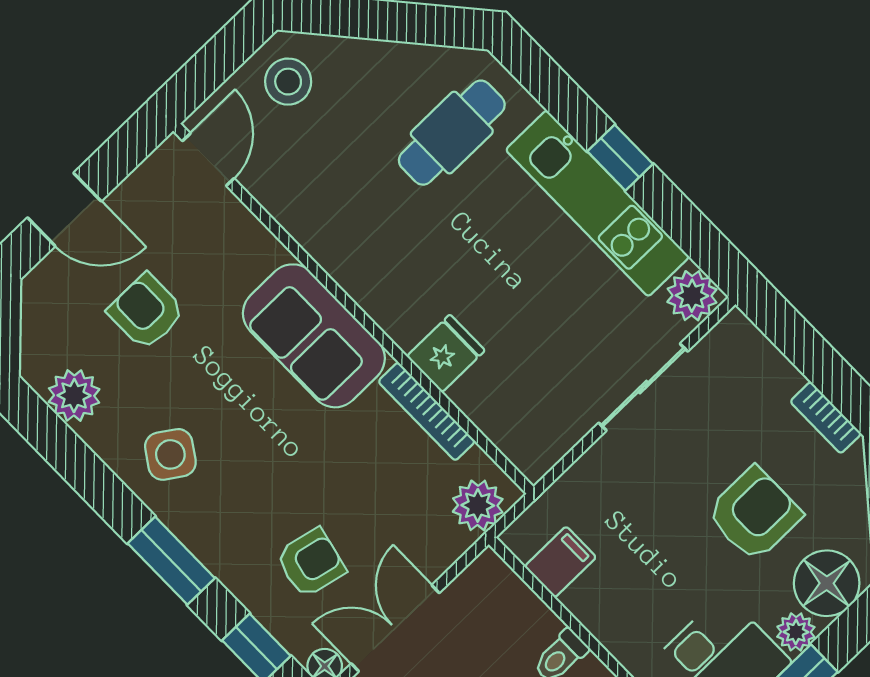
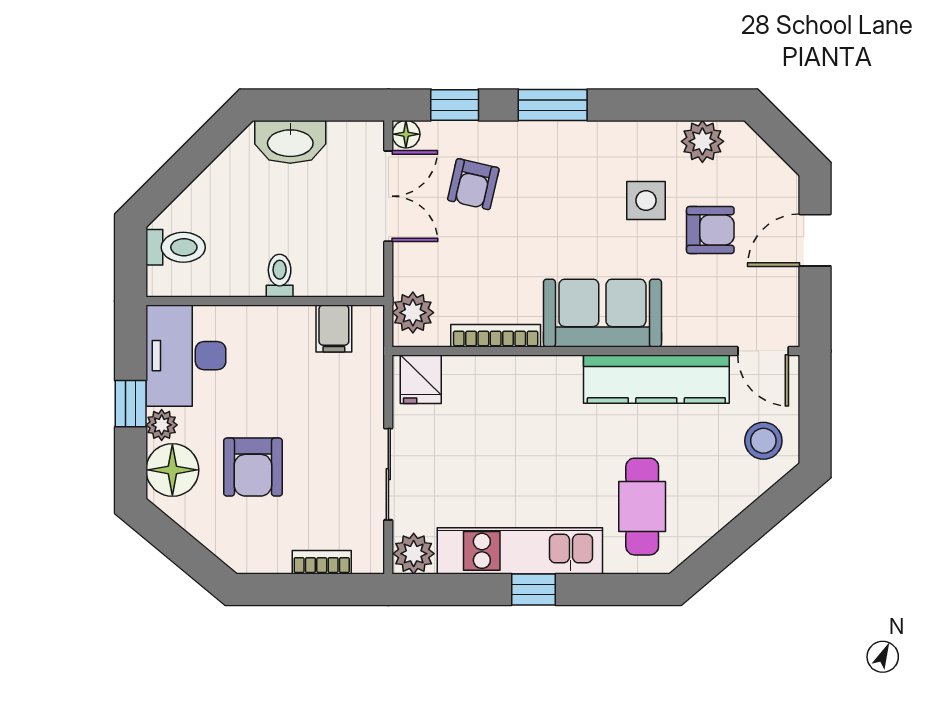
kitchen counter: (326, 230) -> (656, 379), added
fridge: (446, 353) -> (421, 379), moved
bookcase: (826, 418) -> (322, 562), moved
side table: (170, 454) -> (646, 201), moved, turned -34

